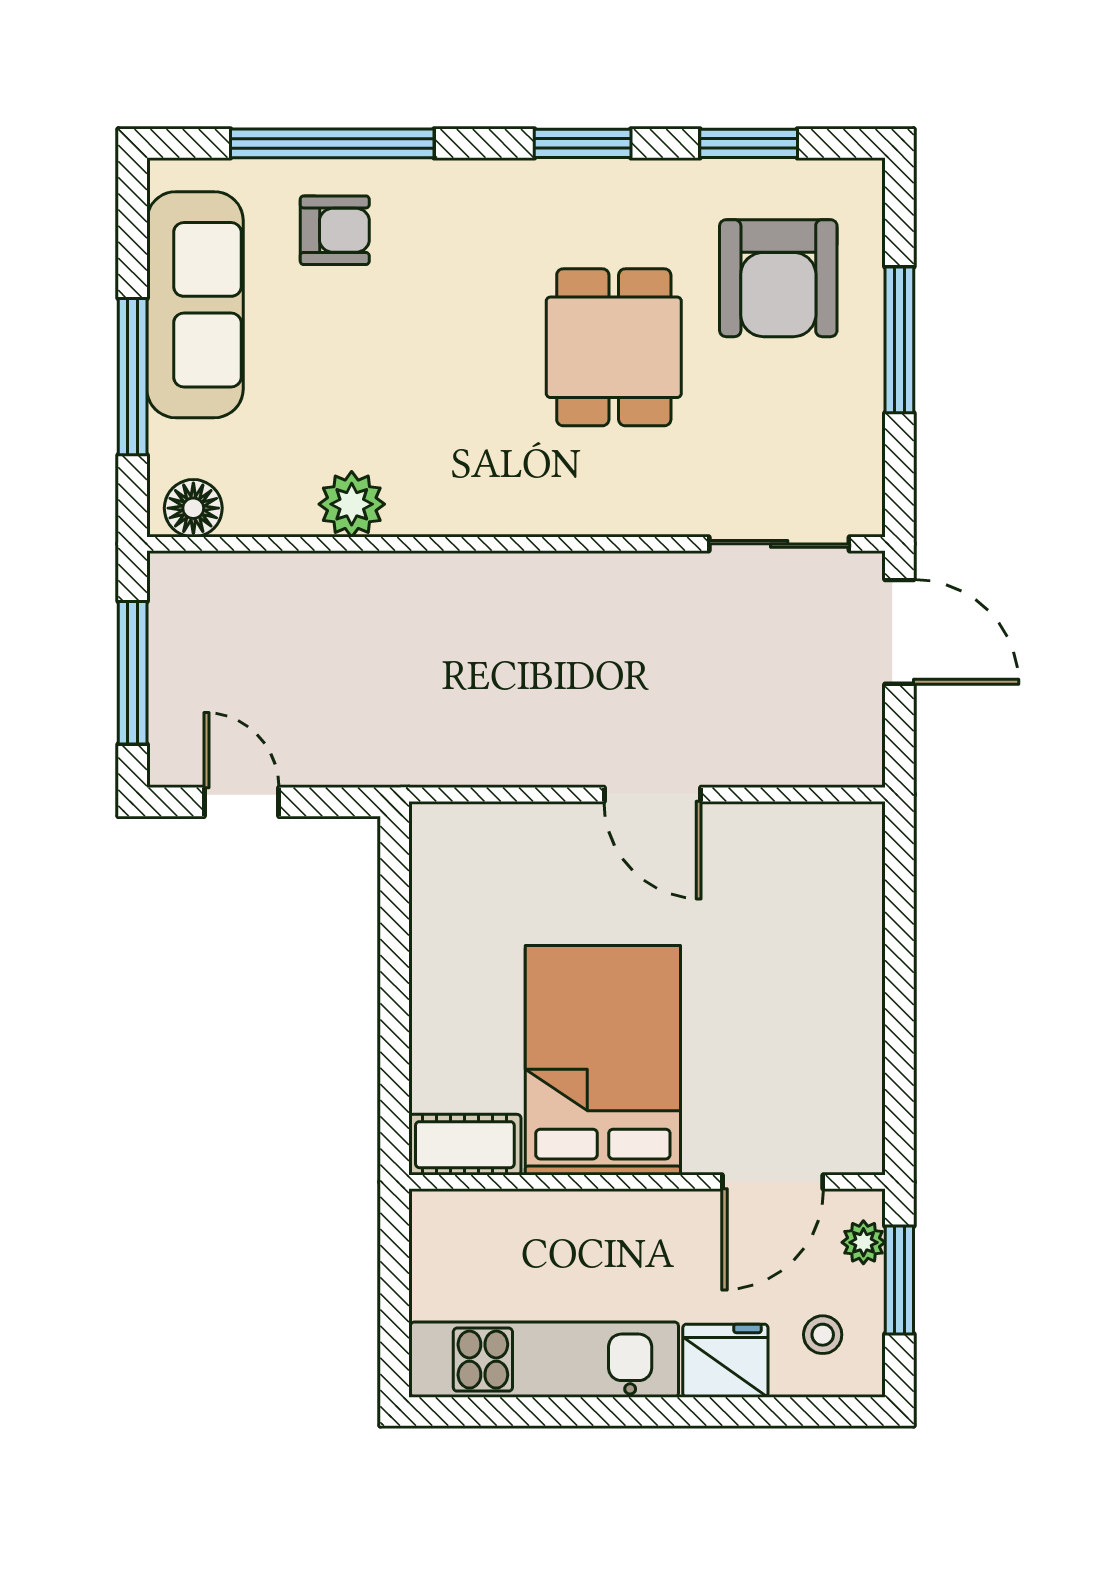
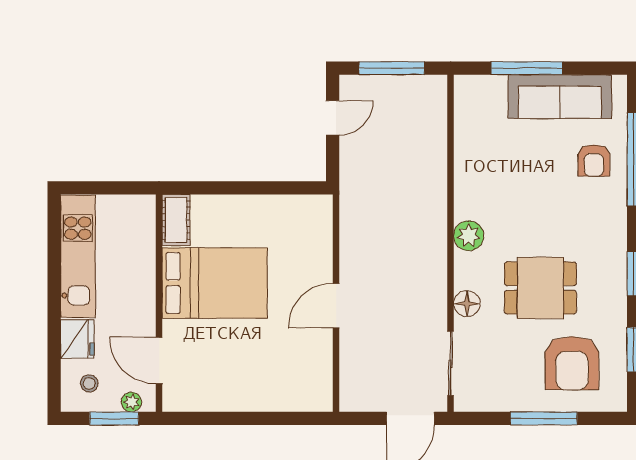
armchair: (778, 278) -> (572, 363), turned -90
plant: (352, 504) -> (469, 236), moved
floor lamp: (193, 508) -> (467, 304), moved

